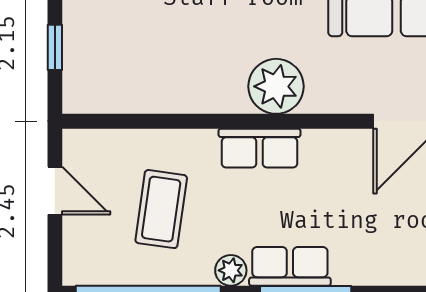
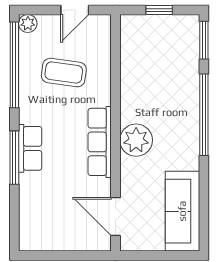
row of seats: (259, 148) -> (100, 142), width x1.48
plant: (231, 270) -> (28, 23), moved

